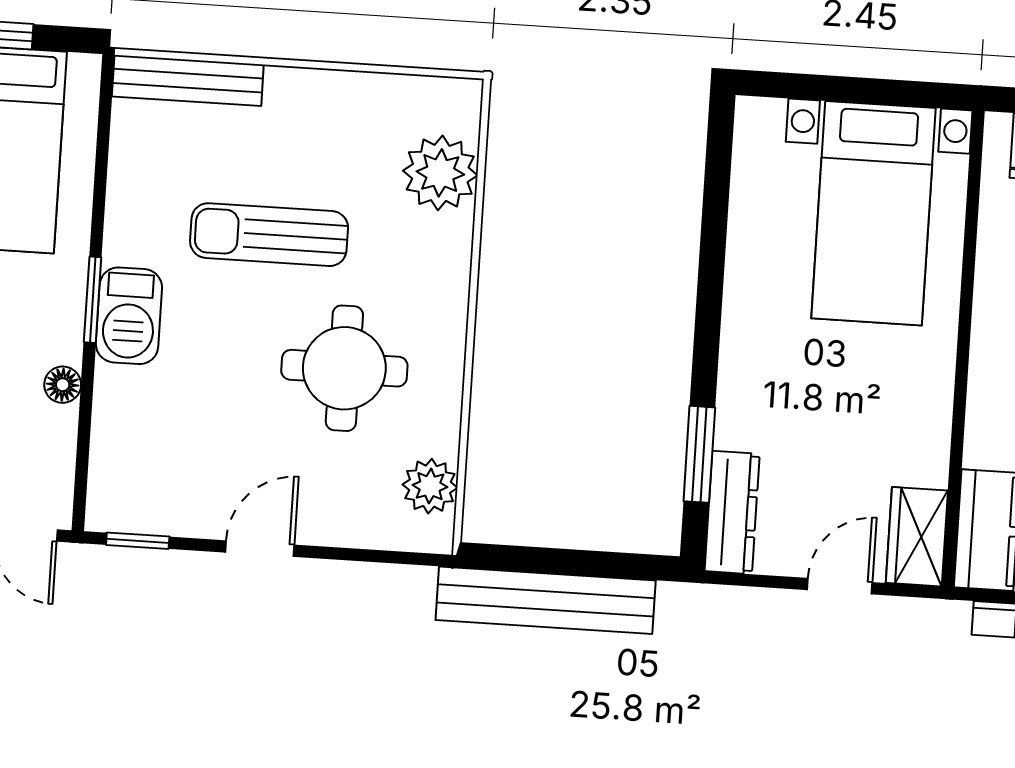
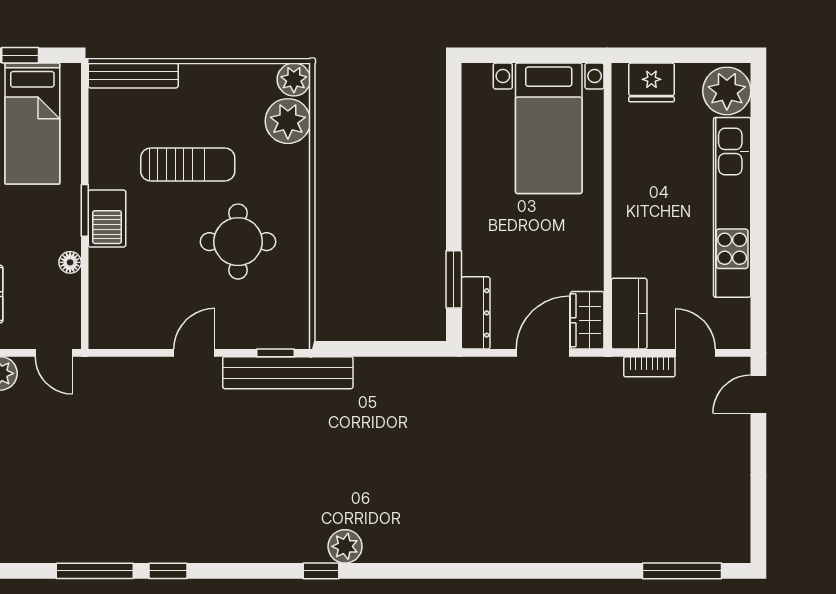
sun lounger: (269, 235) -> (188, 165), turned 180
plant: (430, 486) -> (294, 80), moved
window: (138, 541) -> (276, 353), moved
door: (840, 586) -> (543, 353), width x1.38
bench: (546, 600) -> (288, 373), moved

